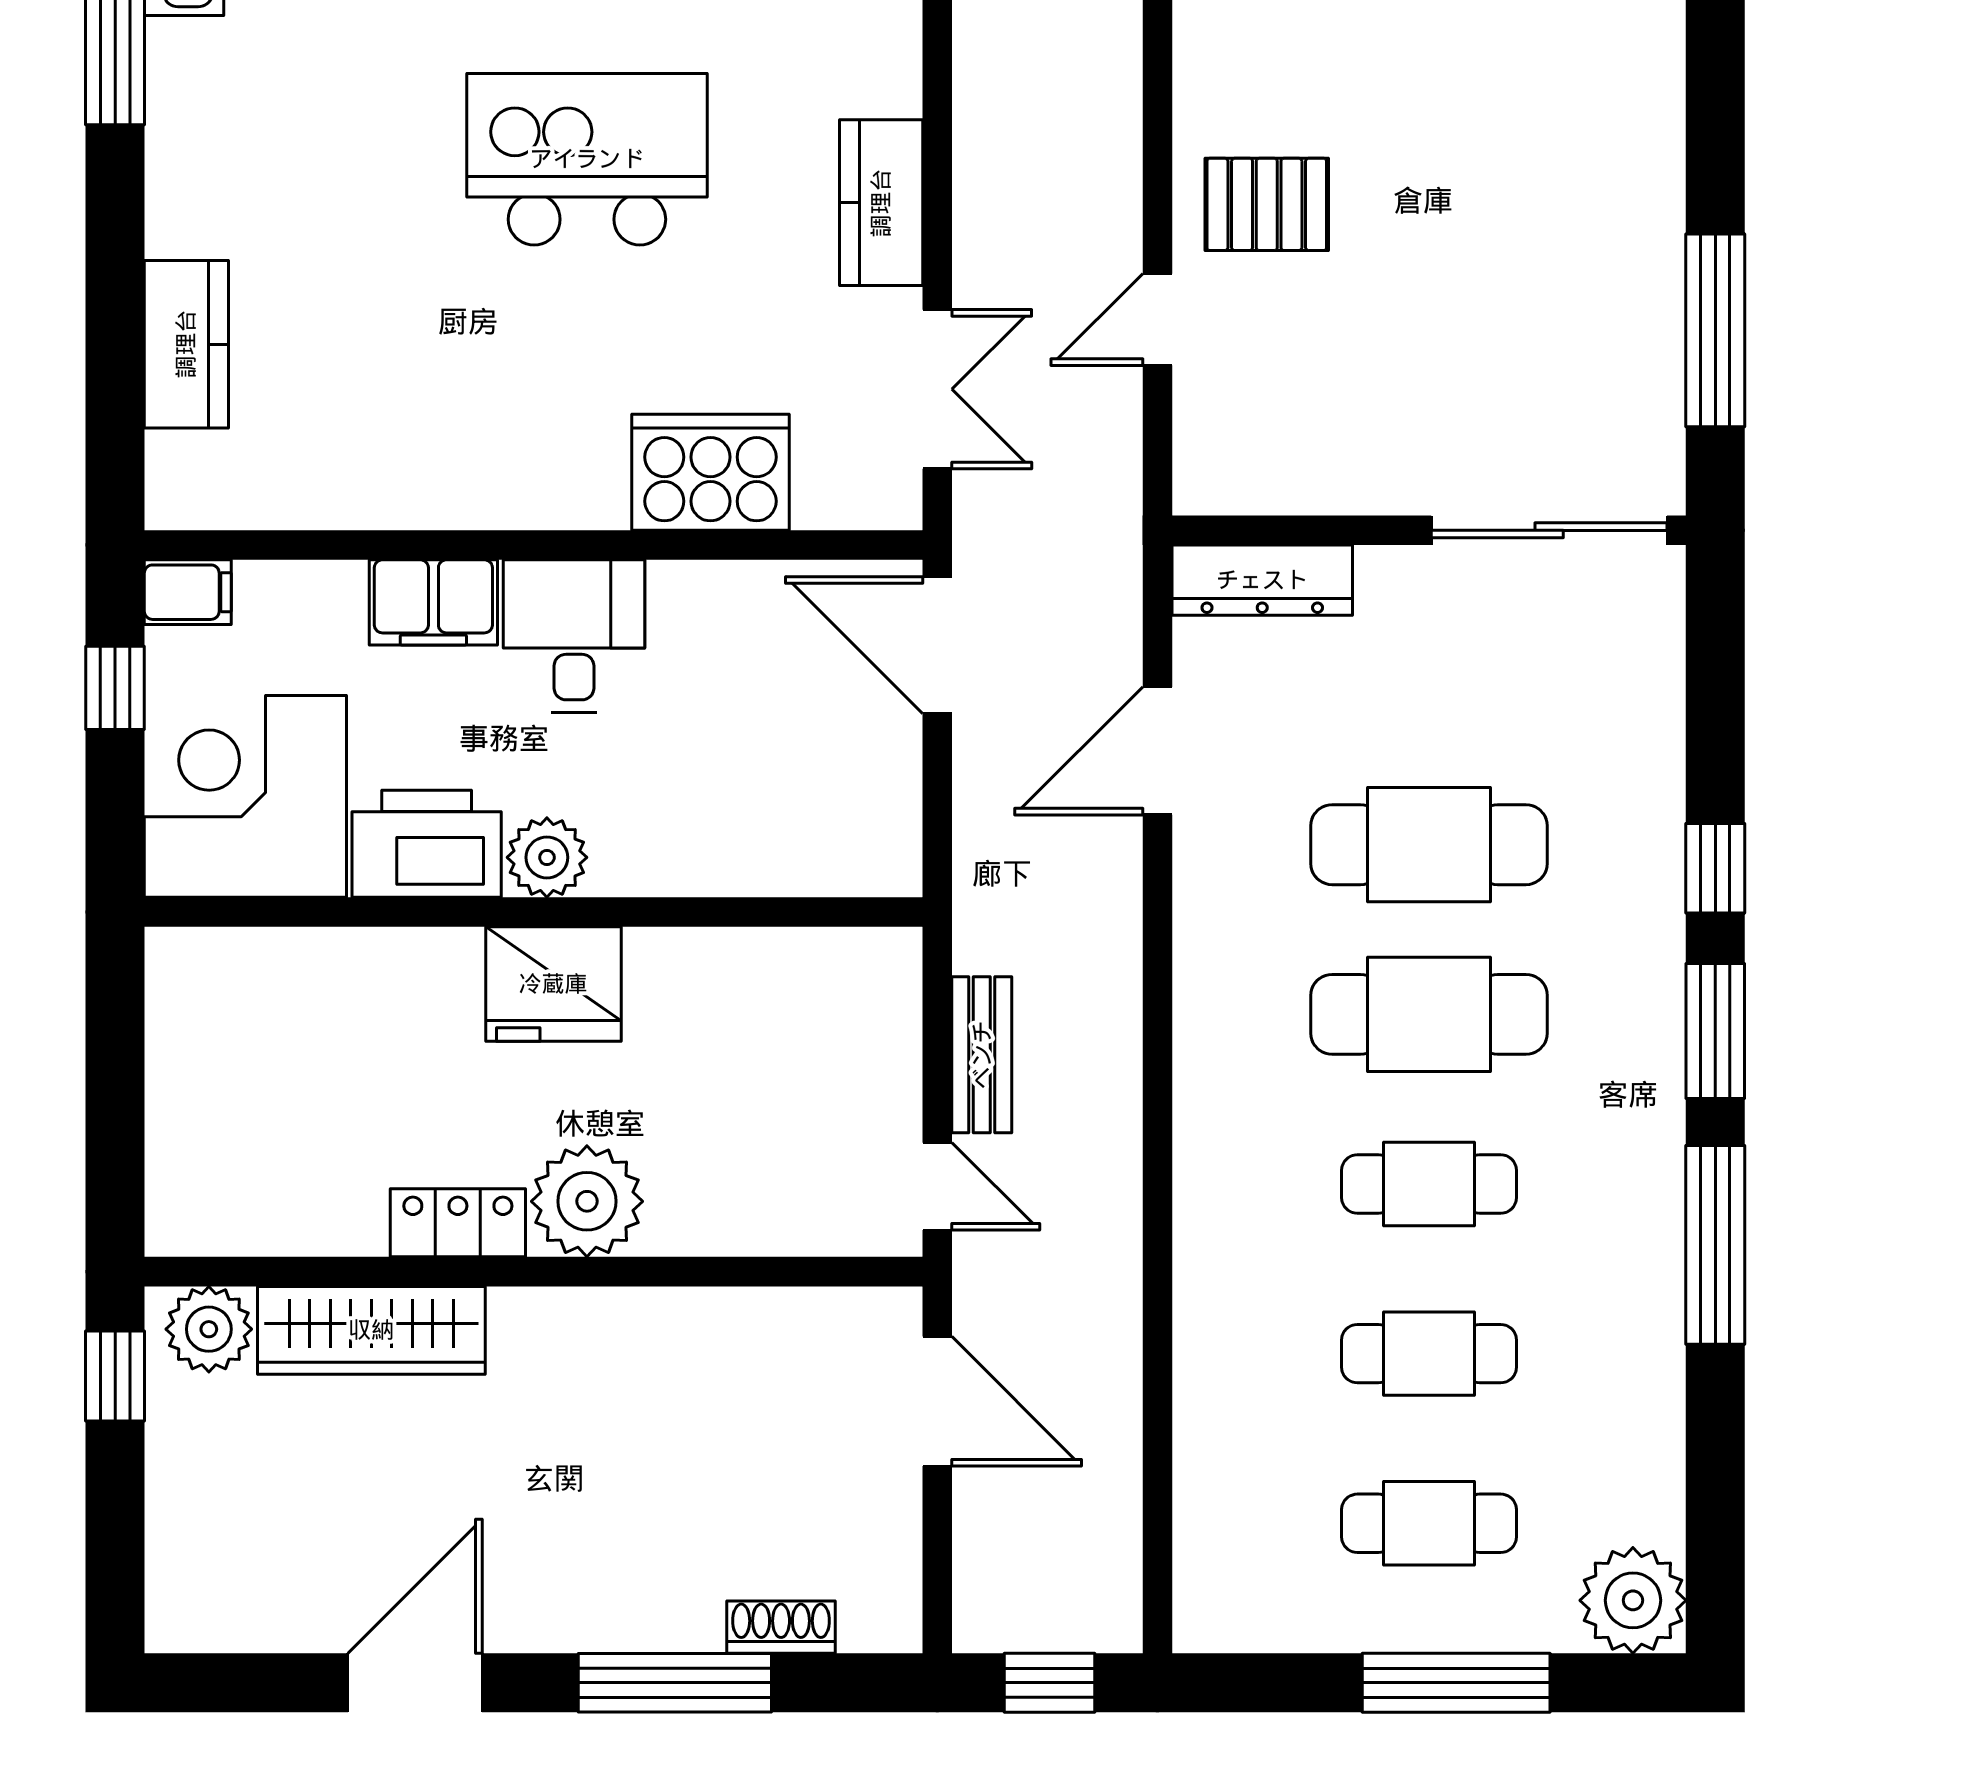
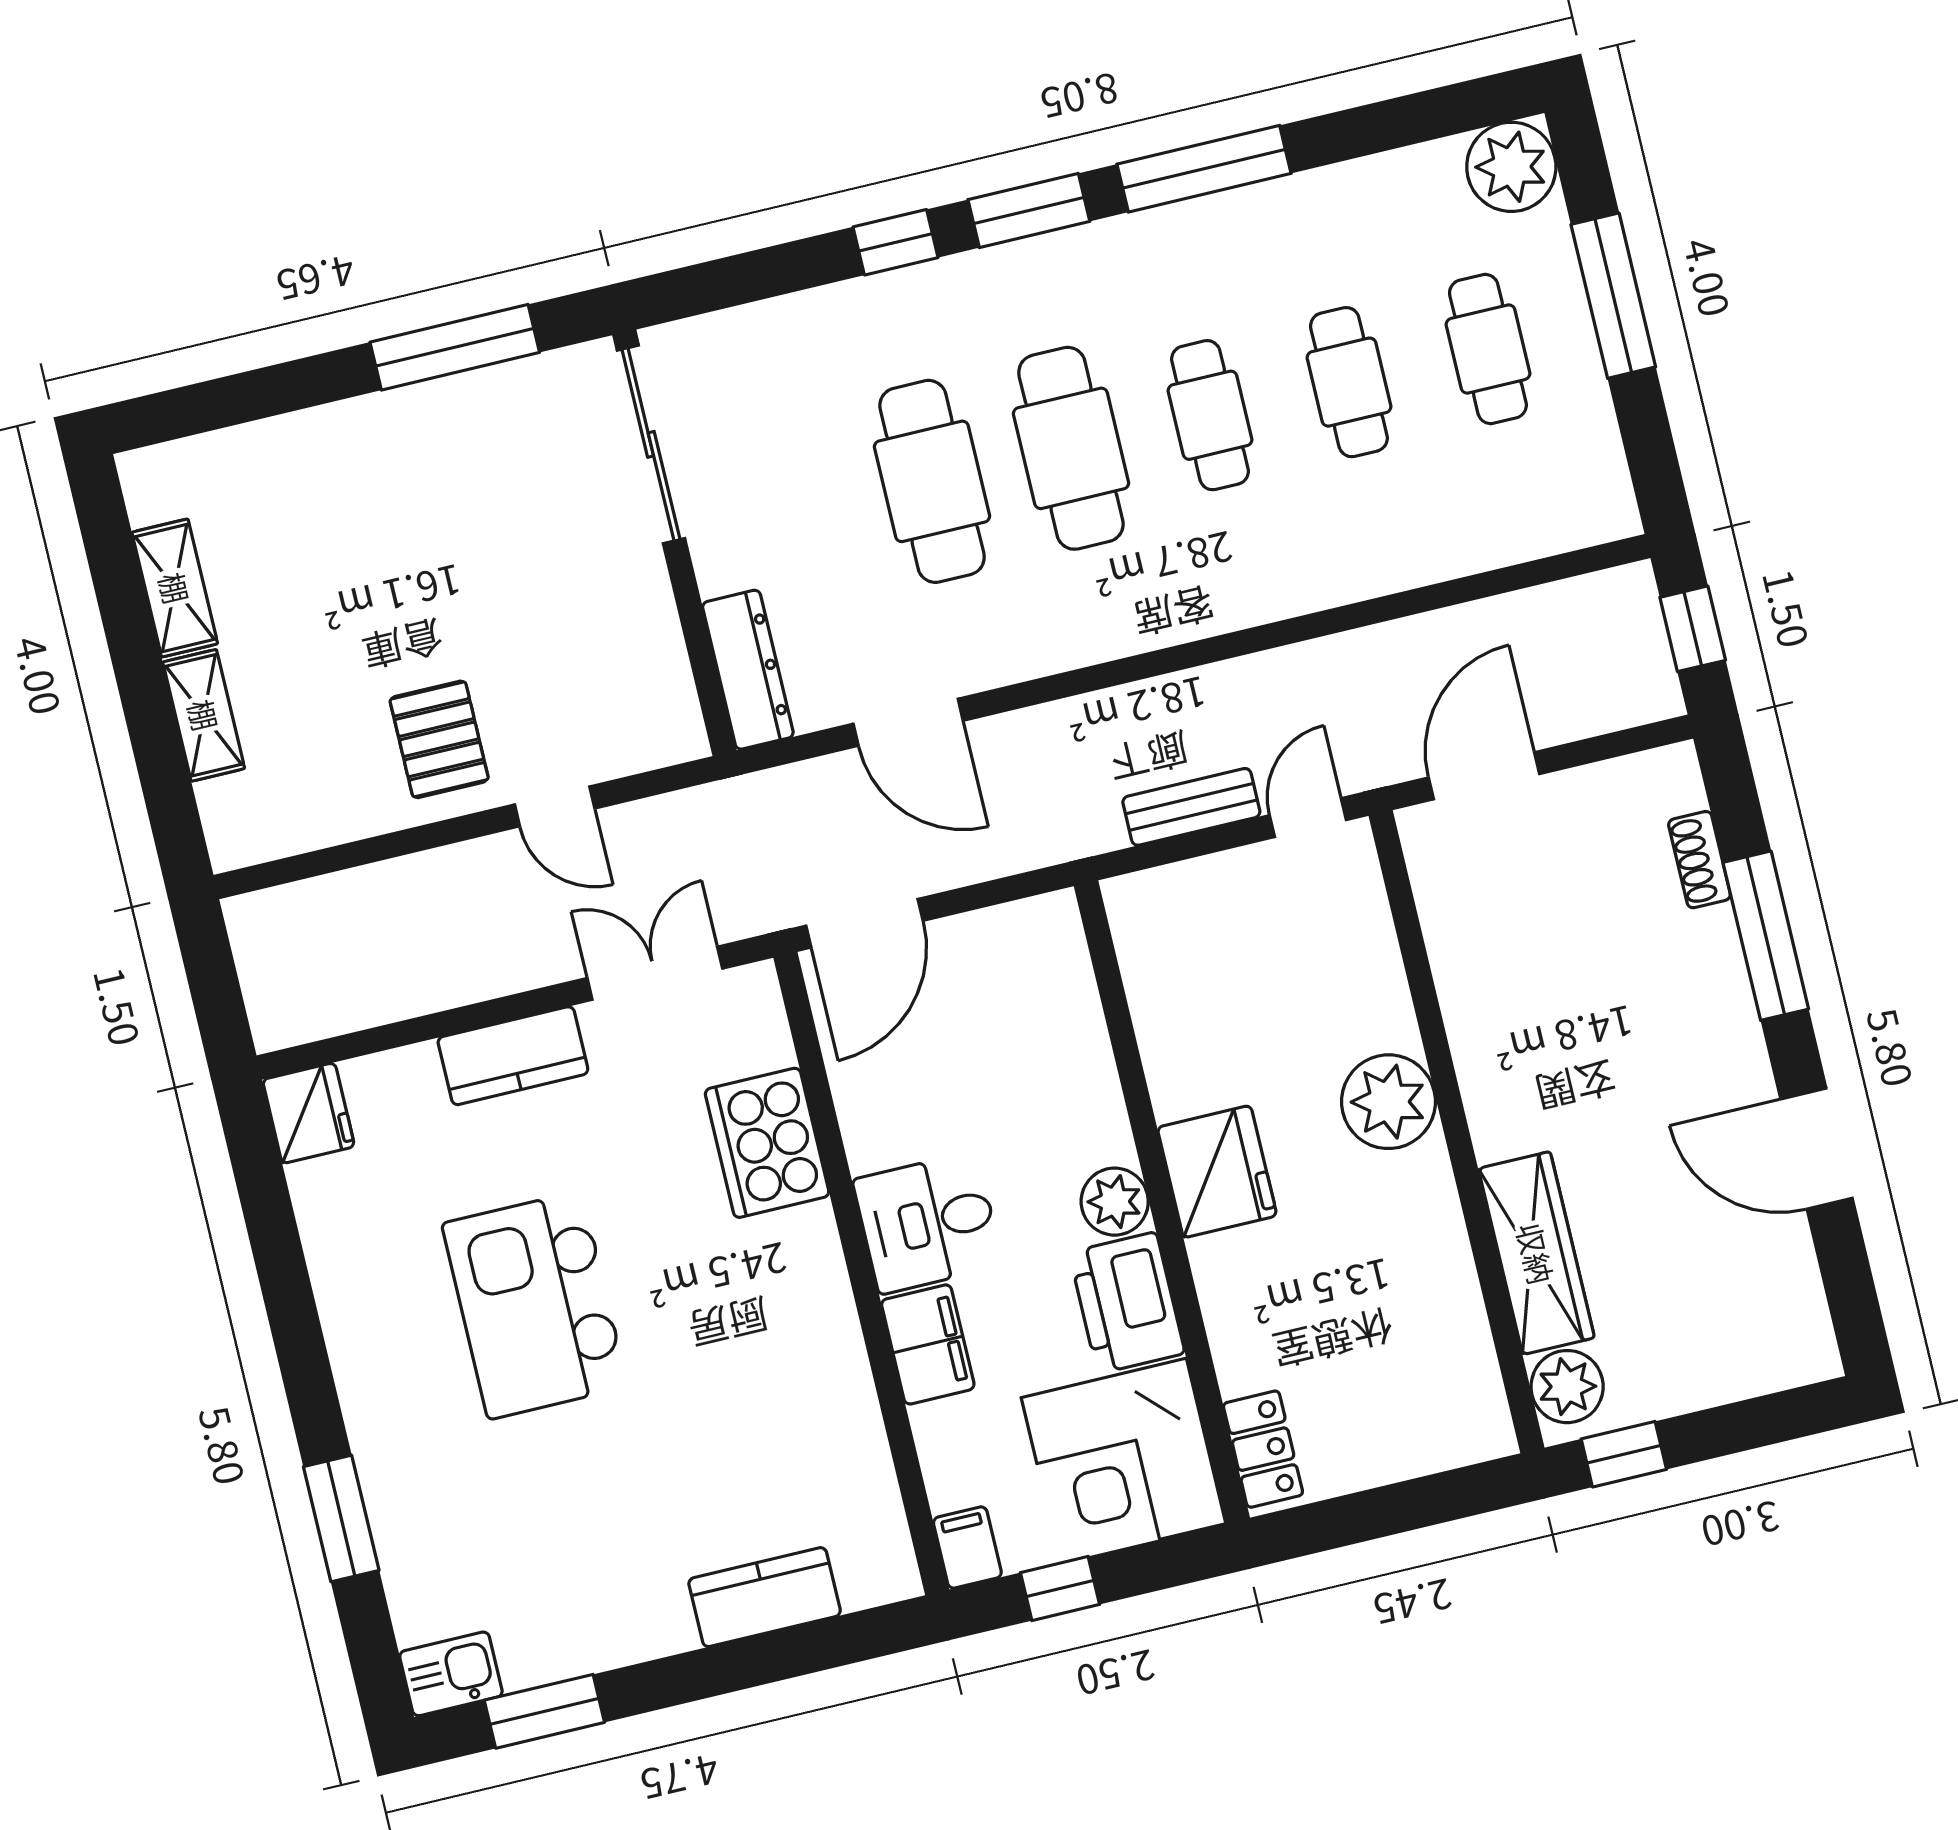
locker: (458, 1223) -> (1263, 1449), moved, turned 180

